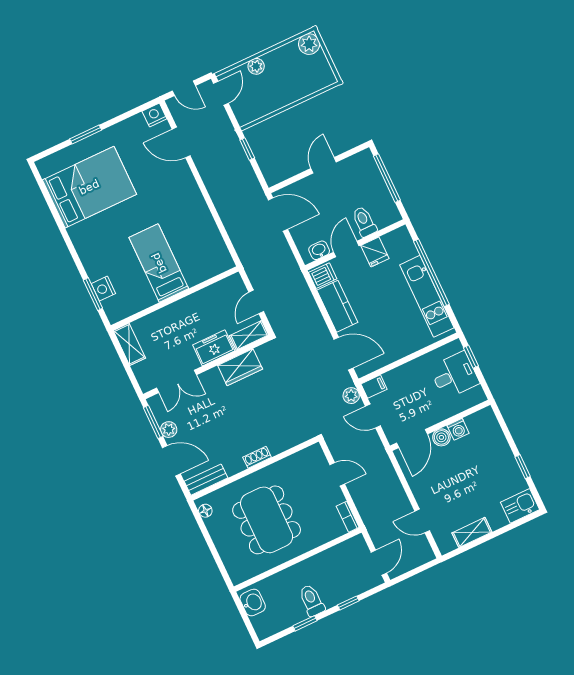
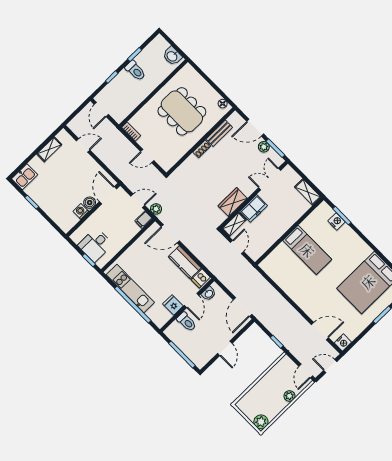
door: (278, 215) -> (243, 307), hinge flipped
bench: (206, 480) -> (219, 133), moved

